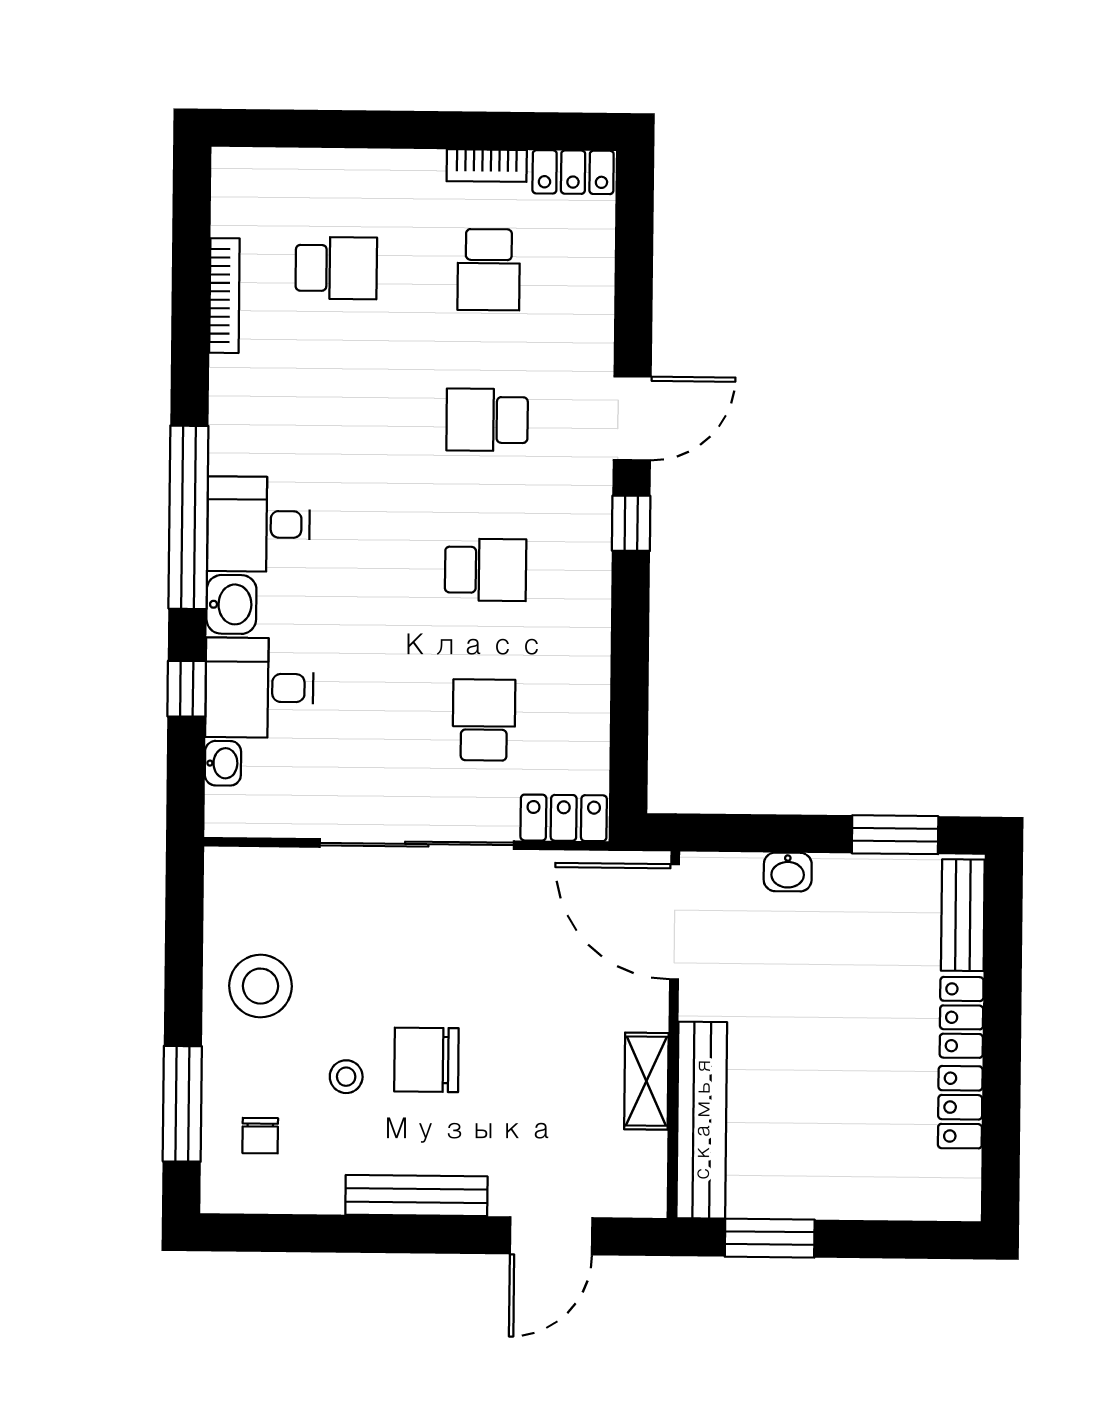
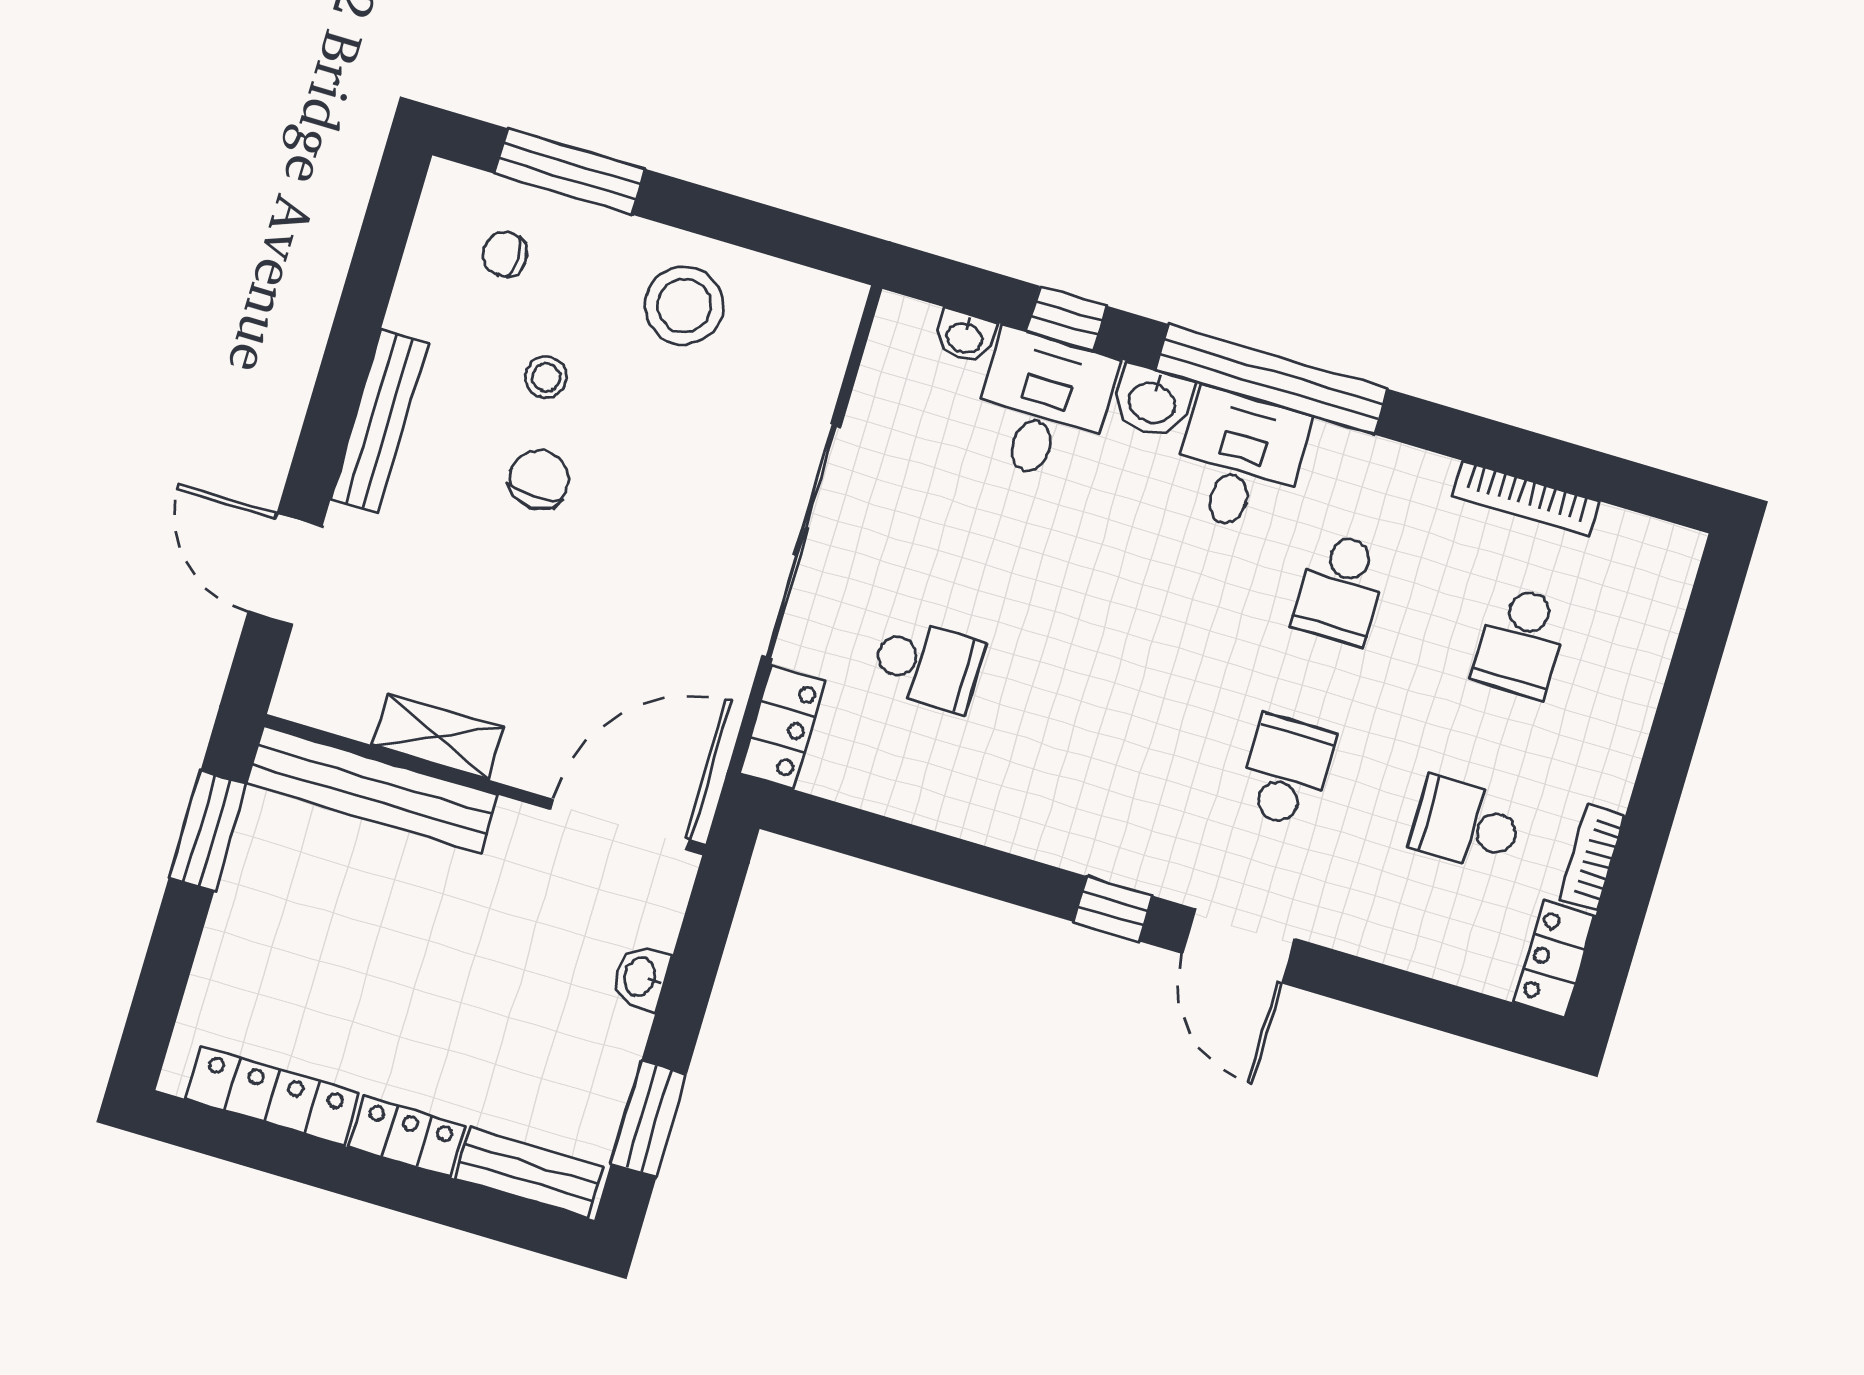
school desk: (486, 570) -> (1341, 589), moved
chair: (426, 1060) -> (539, 479), width x0.73, depth x0.73
locker: (960, 1107) -> (272, 1096), width x1.53

